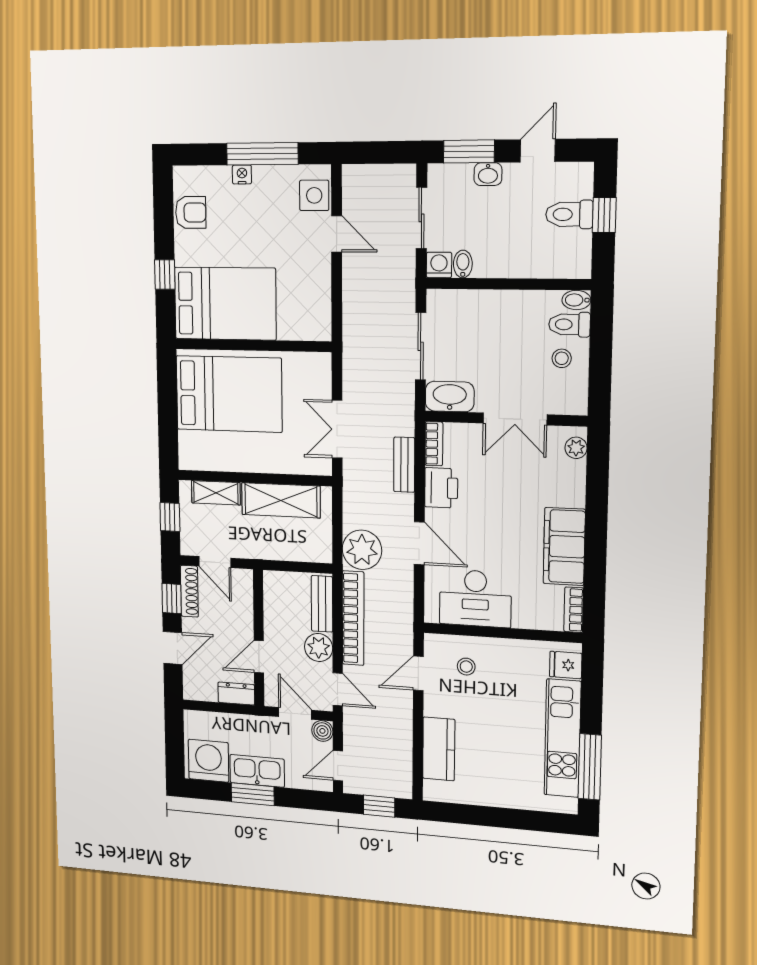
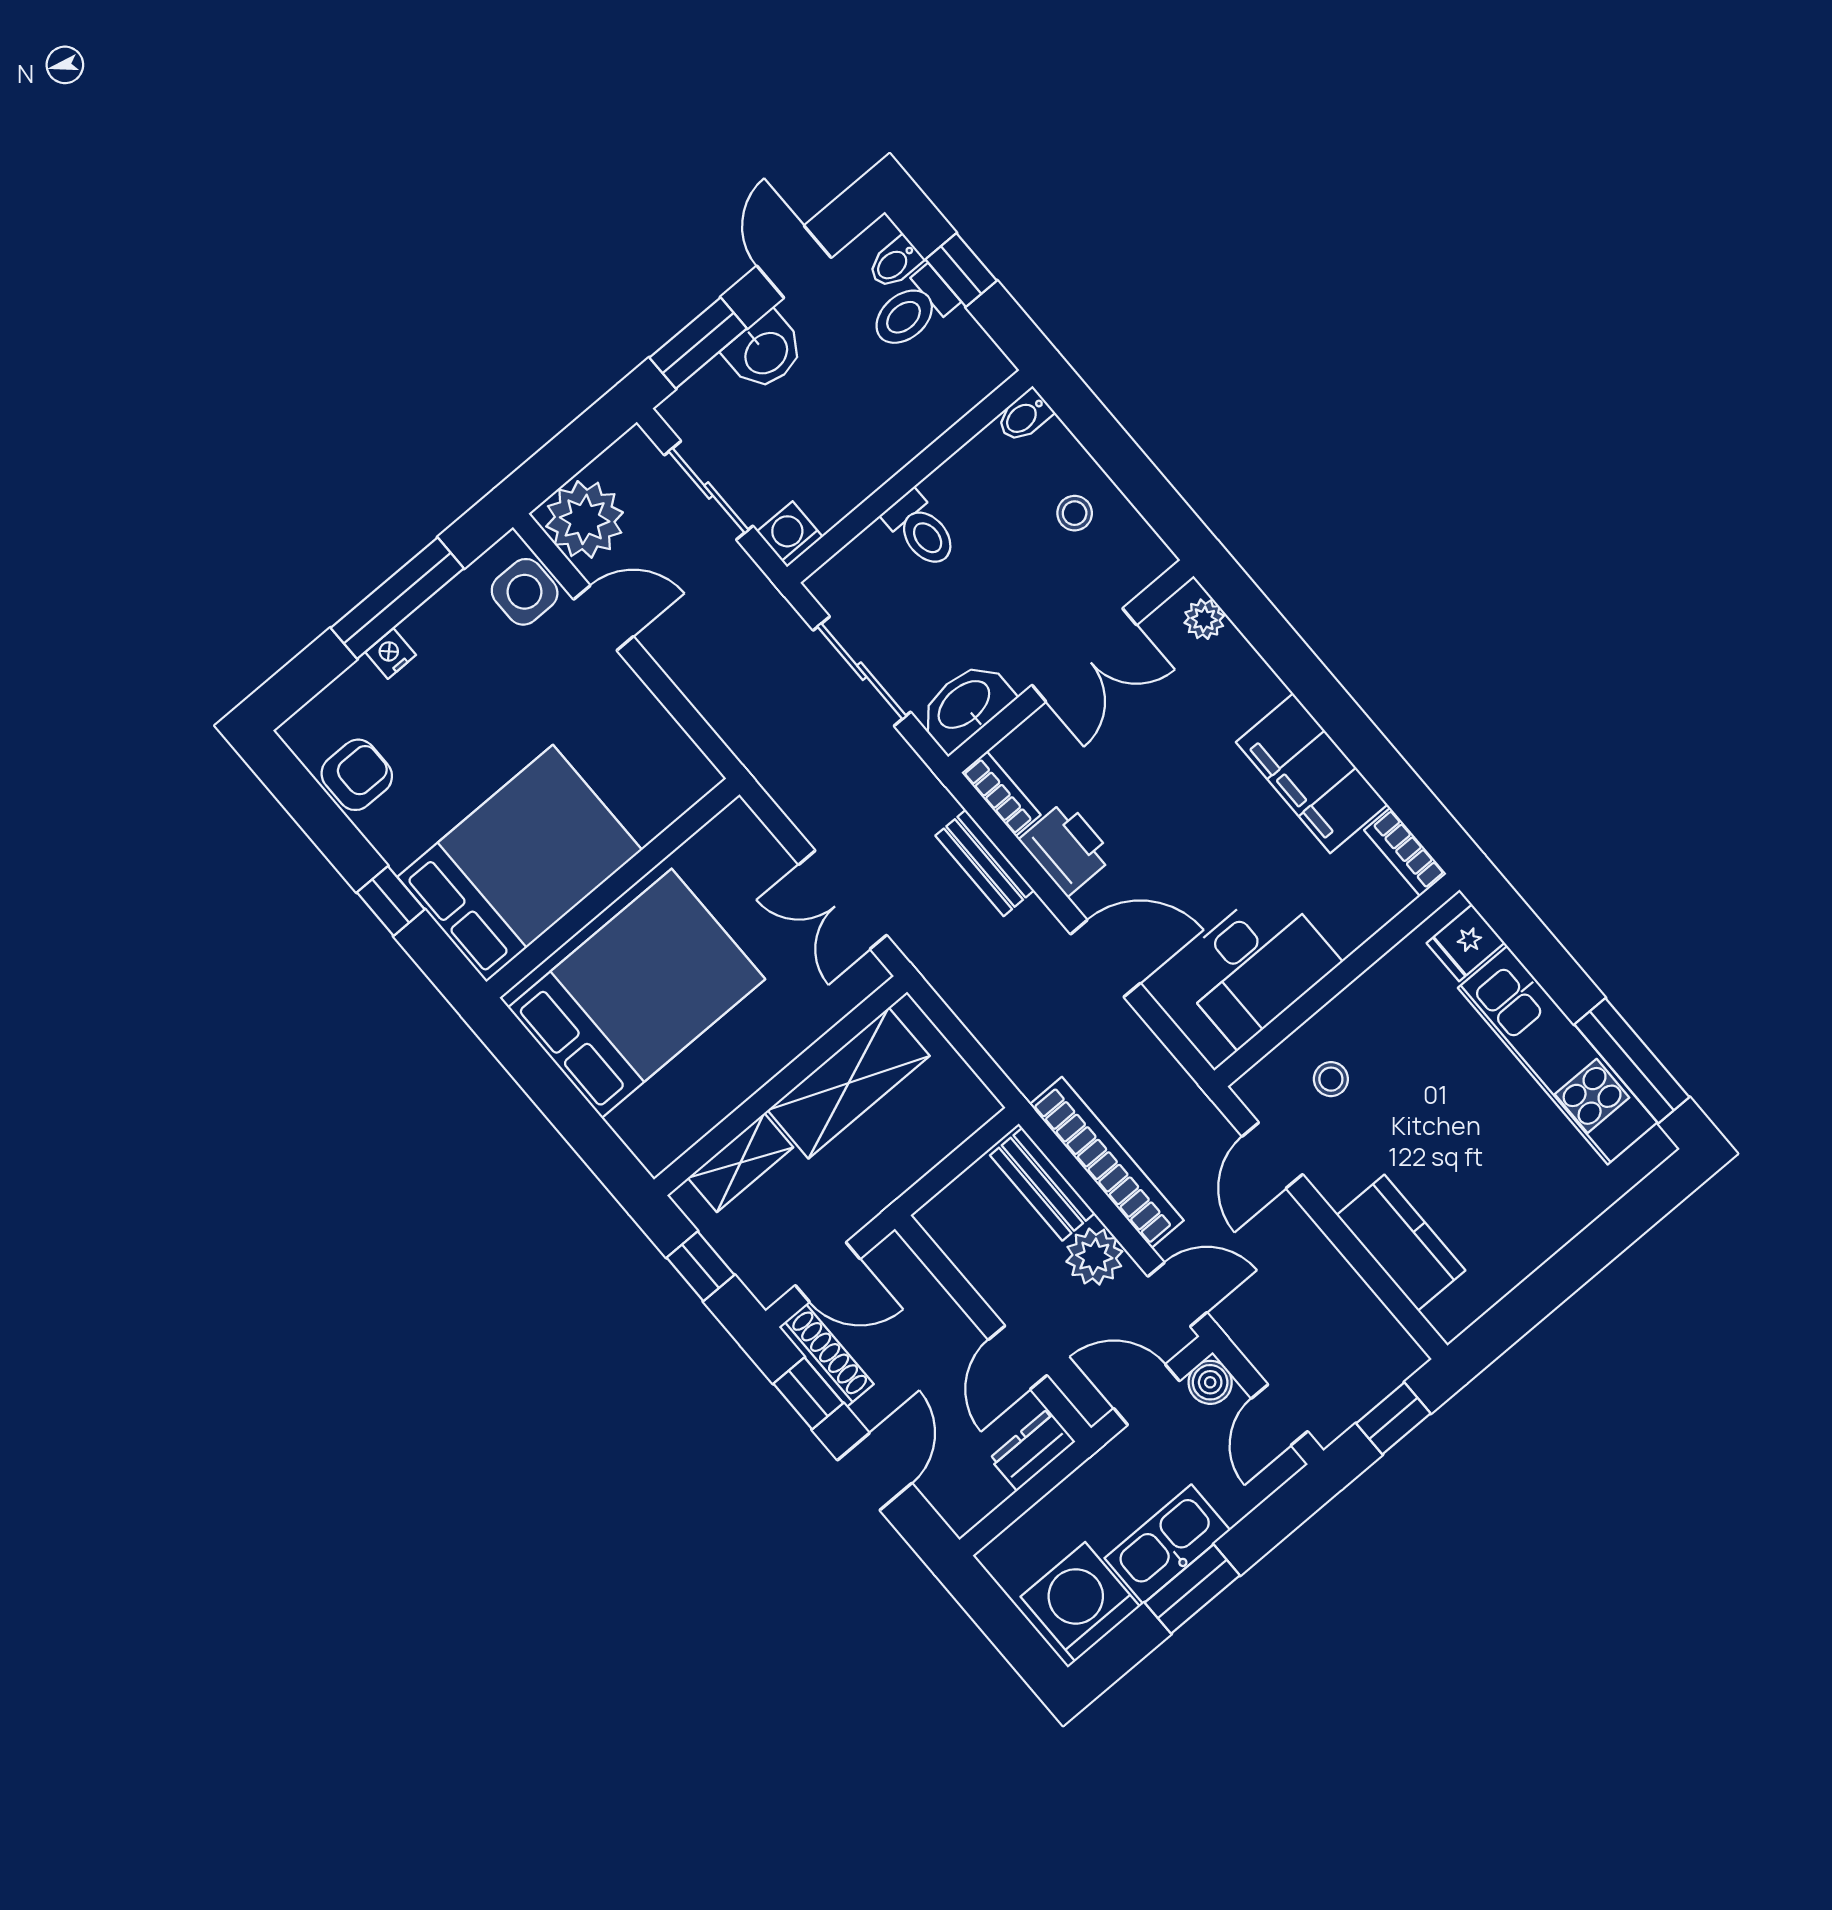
washbasin: (488, 174) -> (765, 352), width x1.38, depth x1.45
bidet: (463, 264) -> (895, 263), moved, turned -90
toilet: (569, 324) -> (921, 530), moved, turned -90
plant: (362, 550) -> (585, 519), moved

